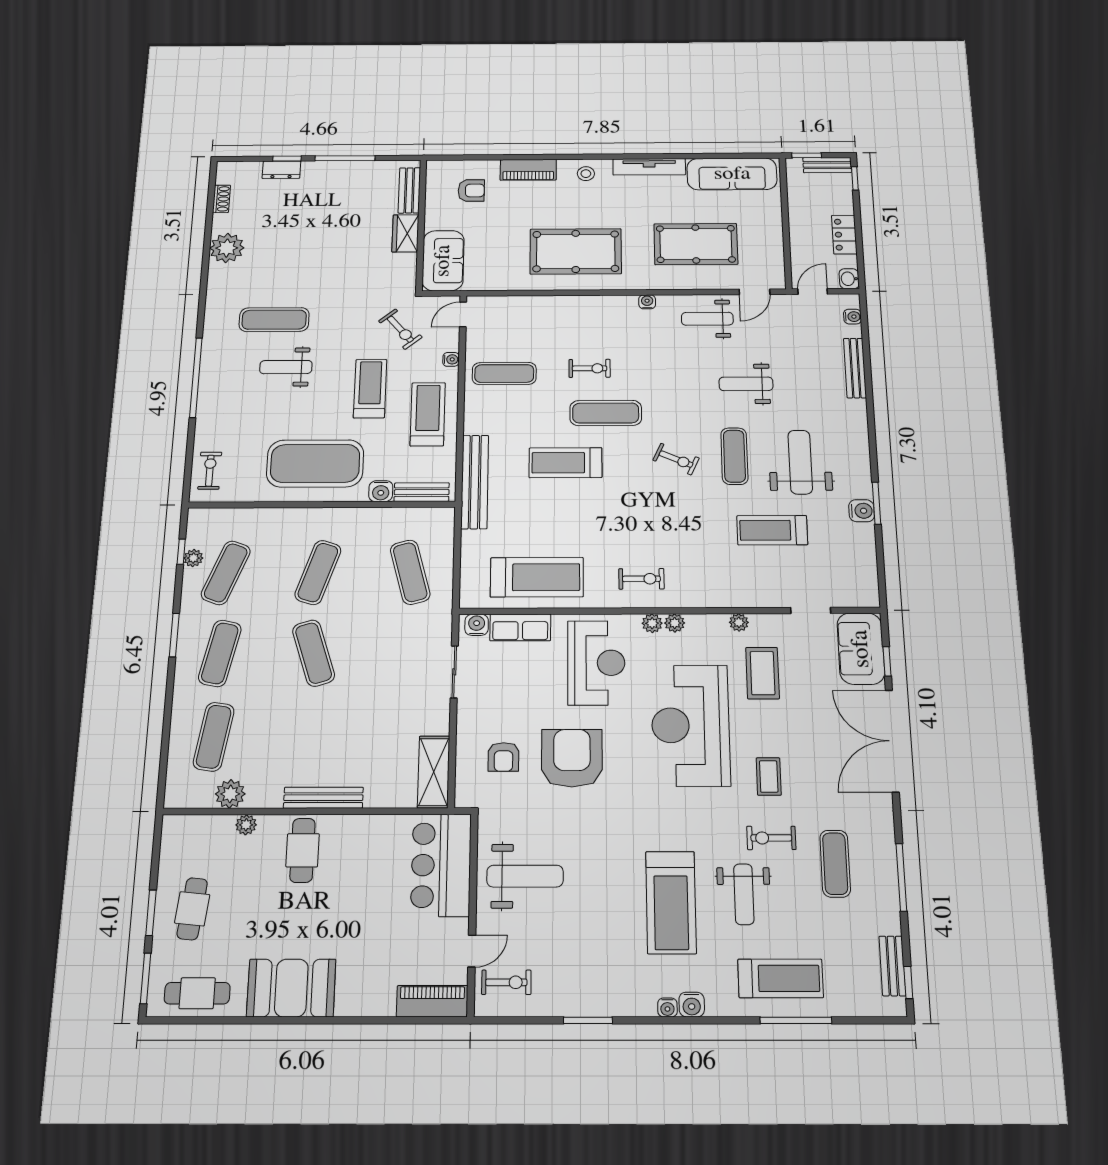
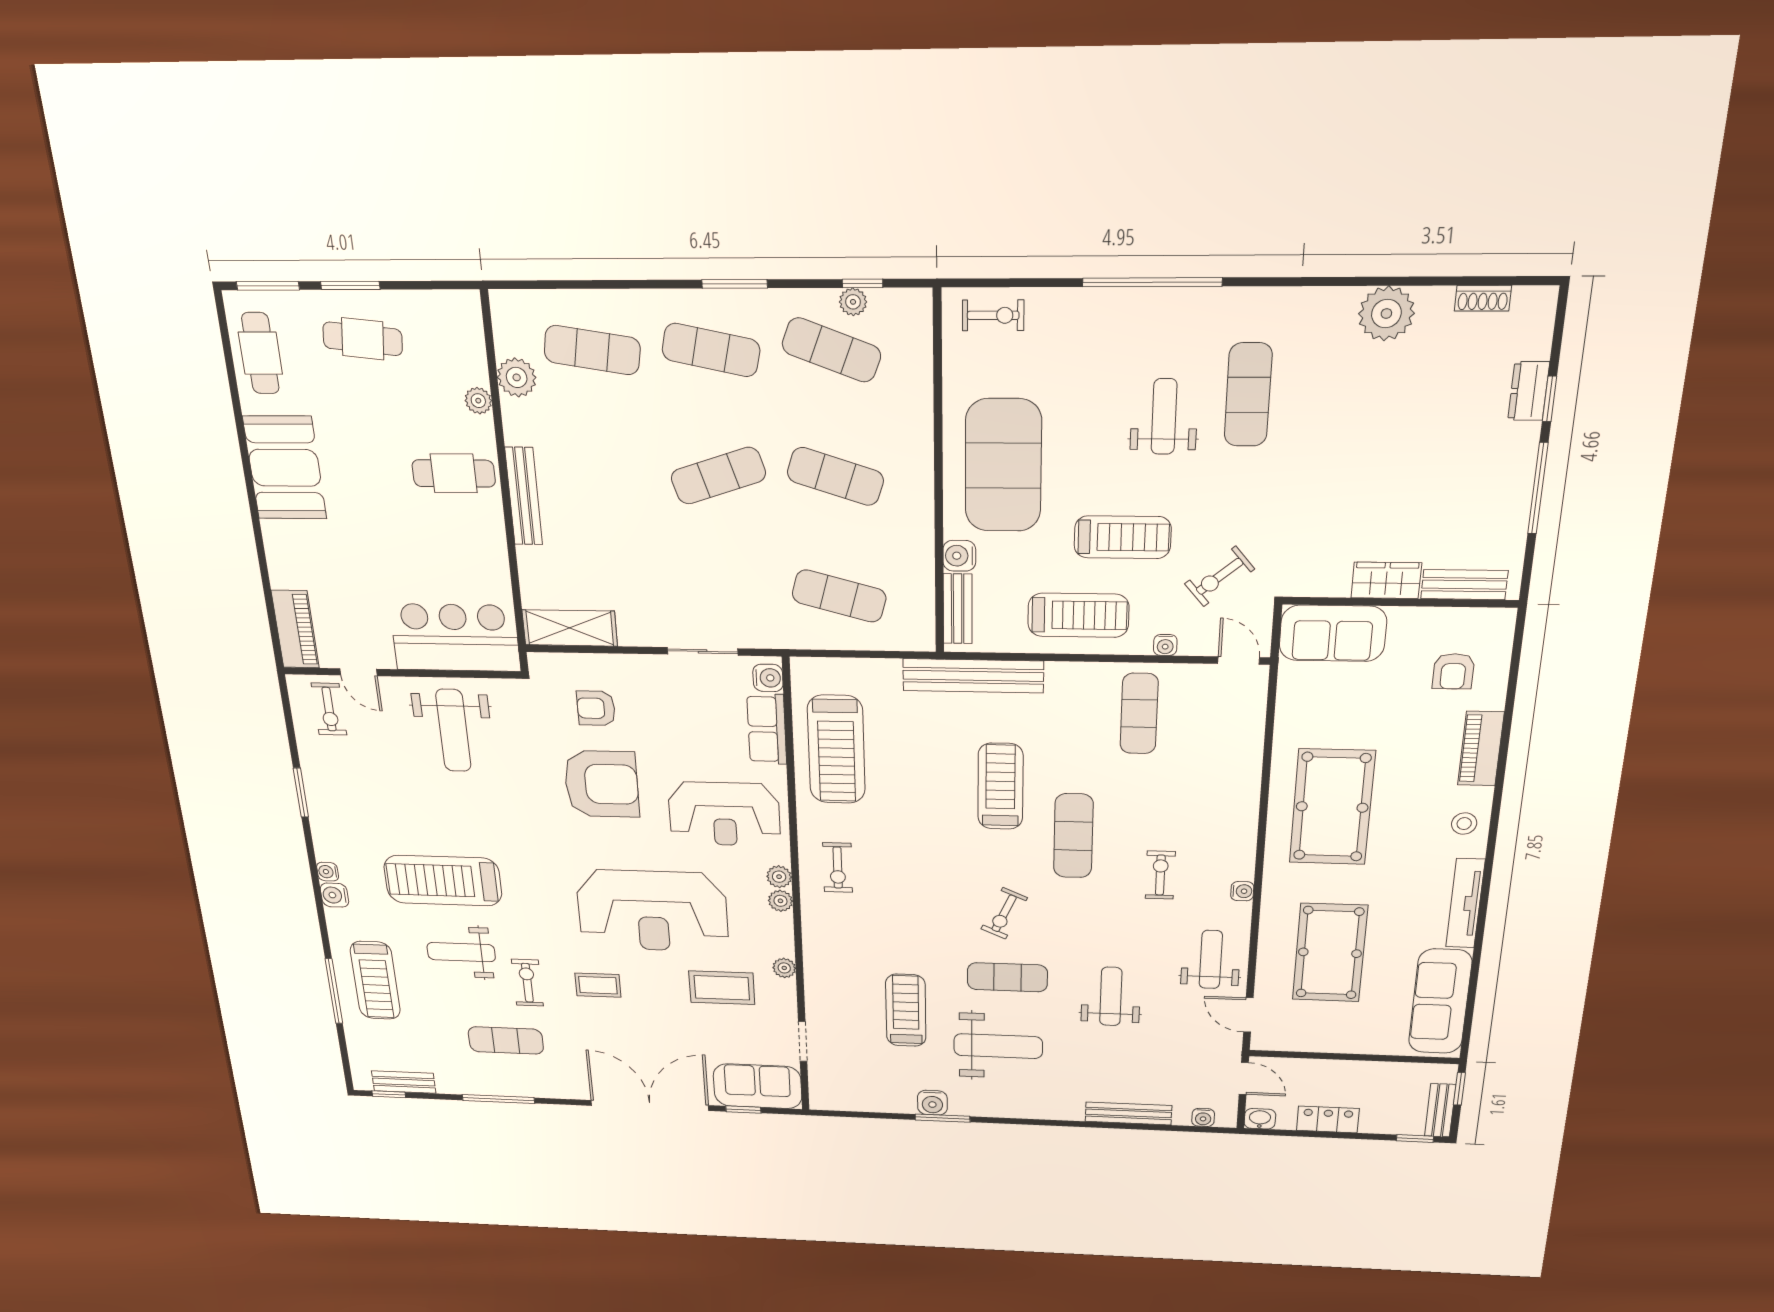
exercise bike: (590, 368) -> (1160, 875), moved, turned 180
exercise mat: (410, 572) -> (839, 596), turned 30
reception desk: (691, 725) -> (652, 911), turned 180

